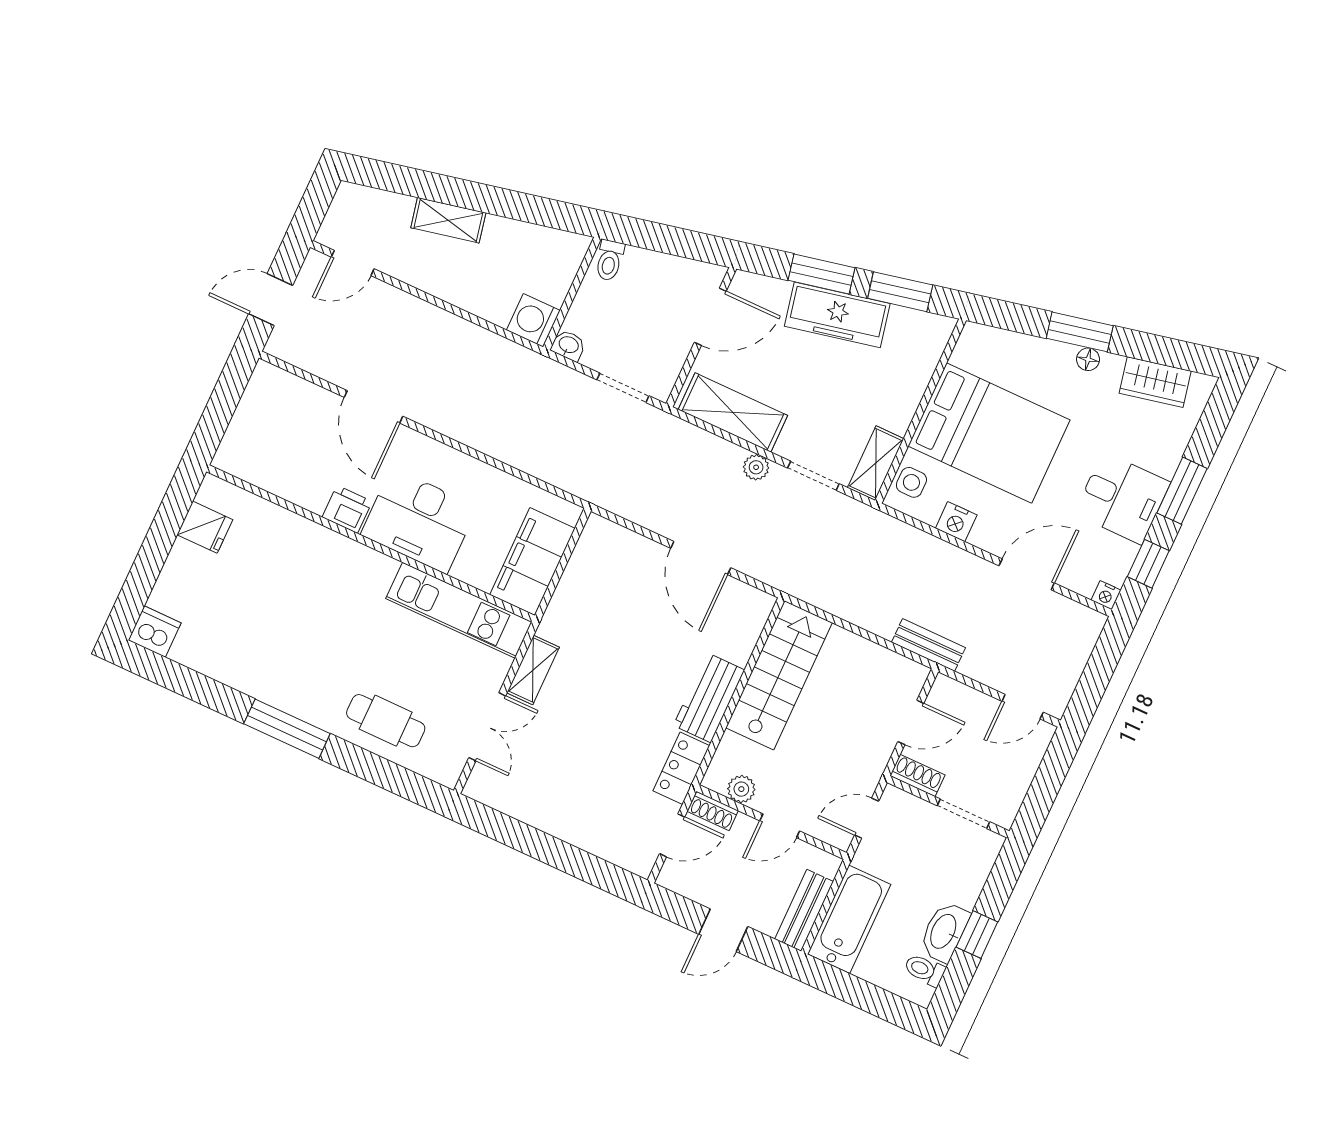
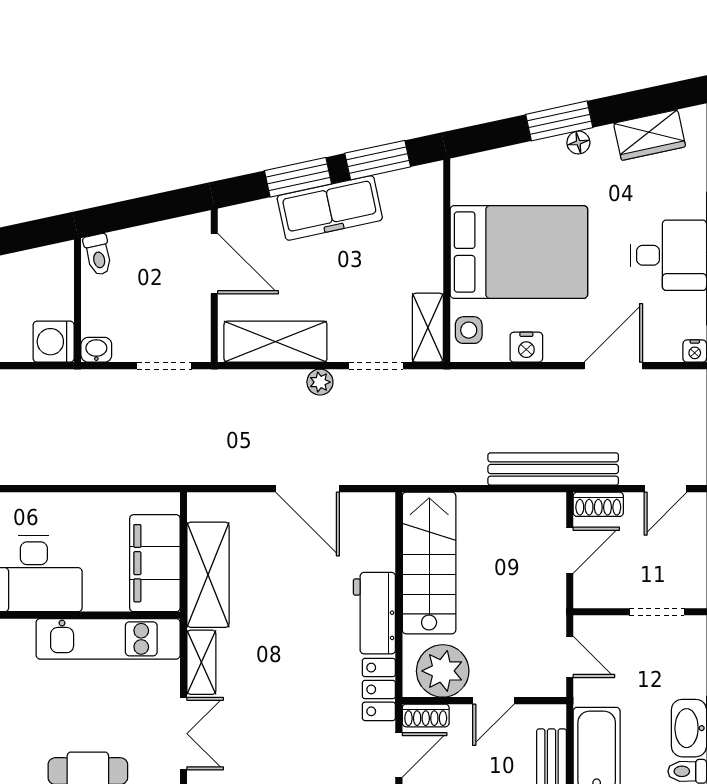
door: (710, 317) -> (214, 264), hinge flipped
shelving: (575, 594) -> (208, 575), added
bench: (929, 645) -> (553, 469), width x1.86, depth x1.21
shoe rack: (917, 775) -> (598, 504), moved, turned 180
plant: (741, 789) -> (443, 671), width x1.87, depth x1.87
door: (867, 818) -> (570, 657), swing flipped

